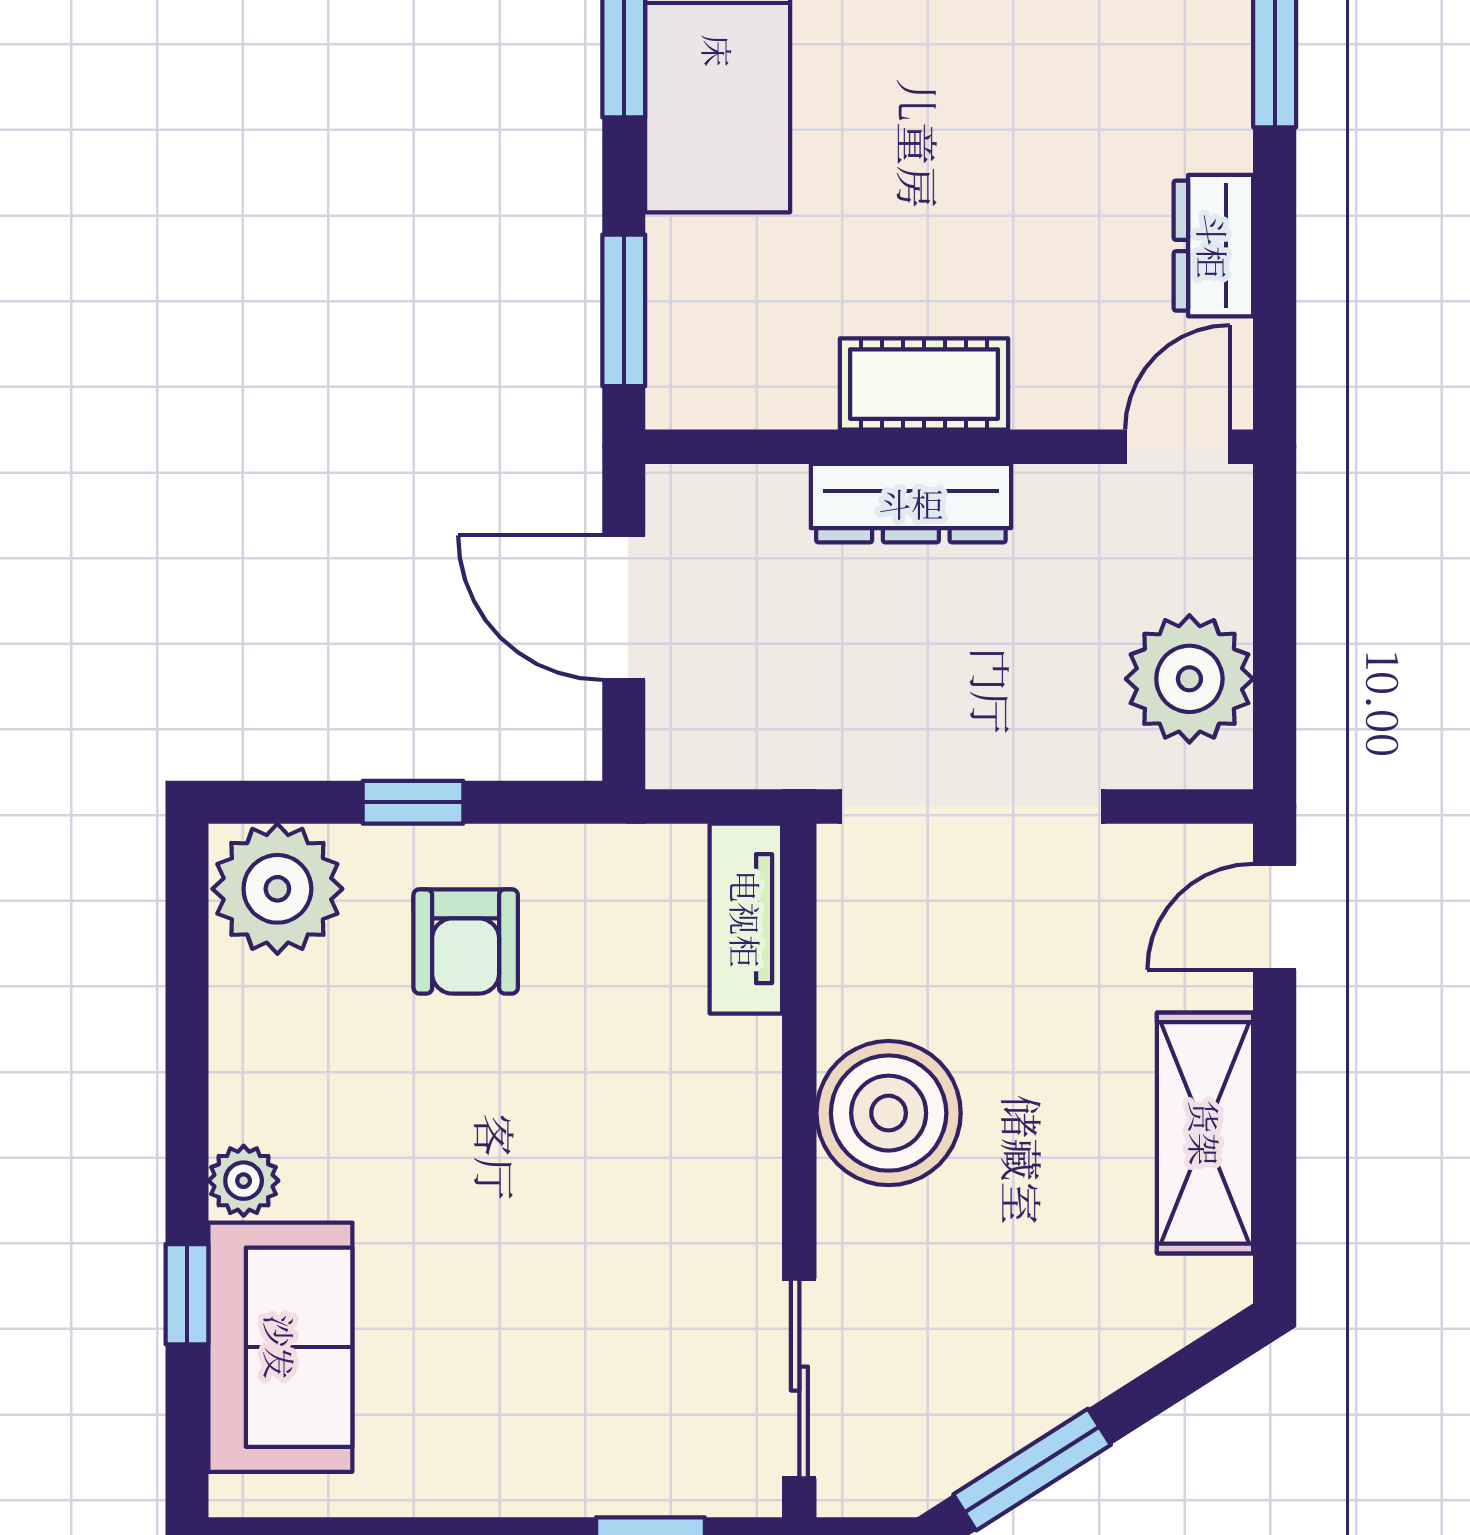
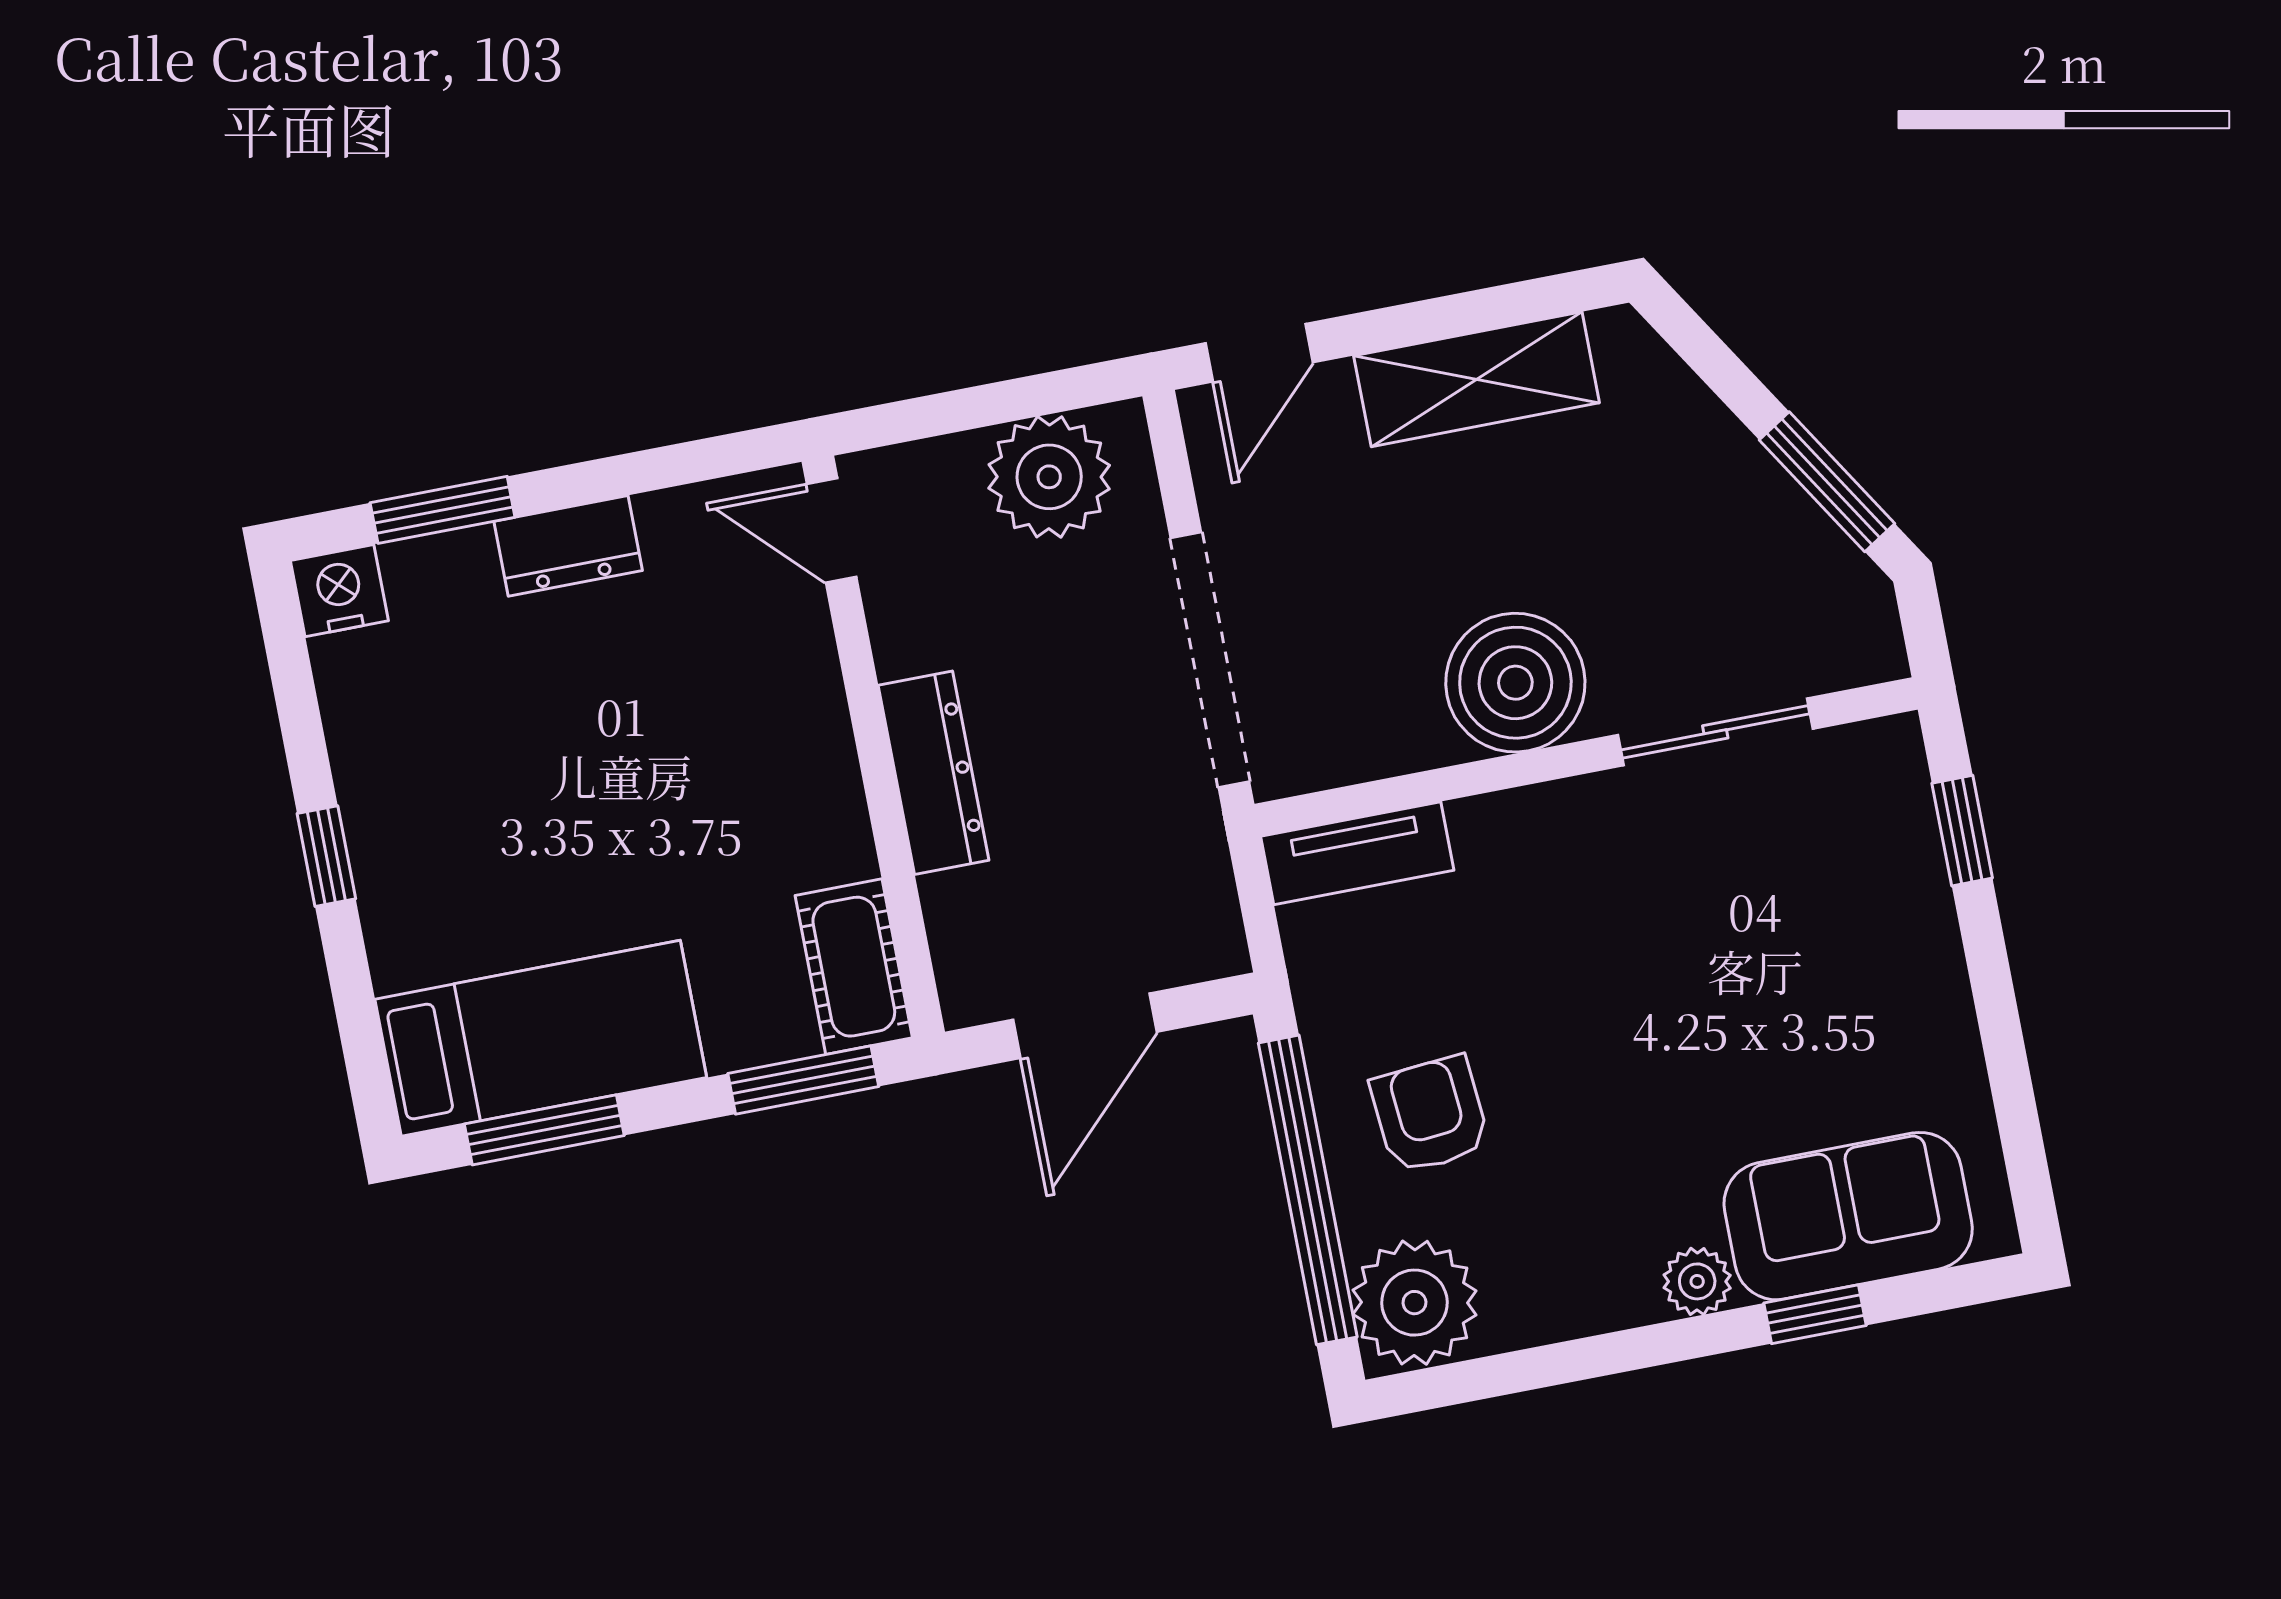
dresser: (1213, 246) -> (568, 546), moved
cot: (924, 384) -> (854, 967), moved
window: (413, 802) -> (1308, 1190), width x3.17
door: (1275, 917) -> (1259, 353), hinge flipped
armchair: (466, 941) -> (1430, 1115), turned -95
sliding door: (799, 1379) -> (1715, 732), moved

